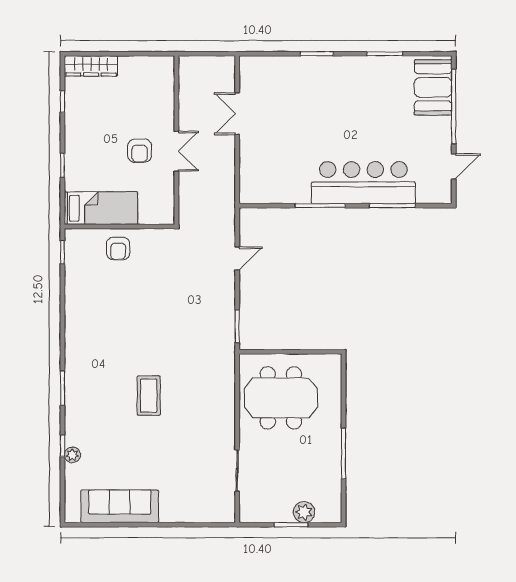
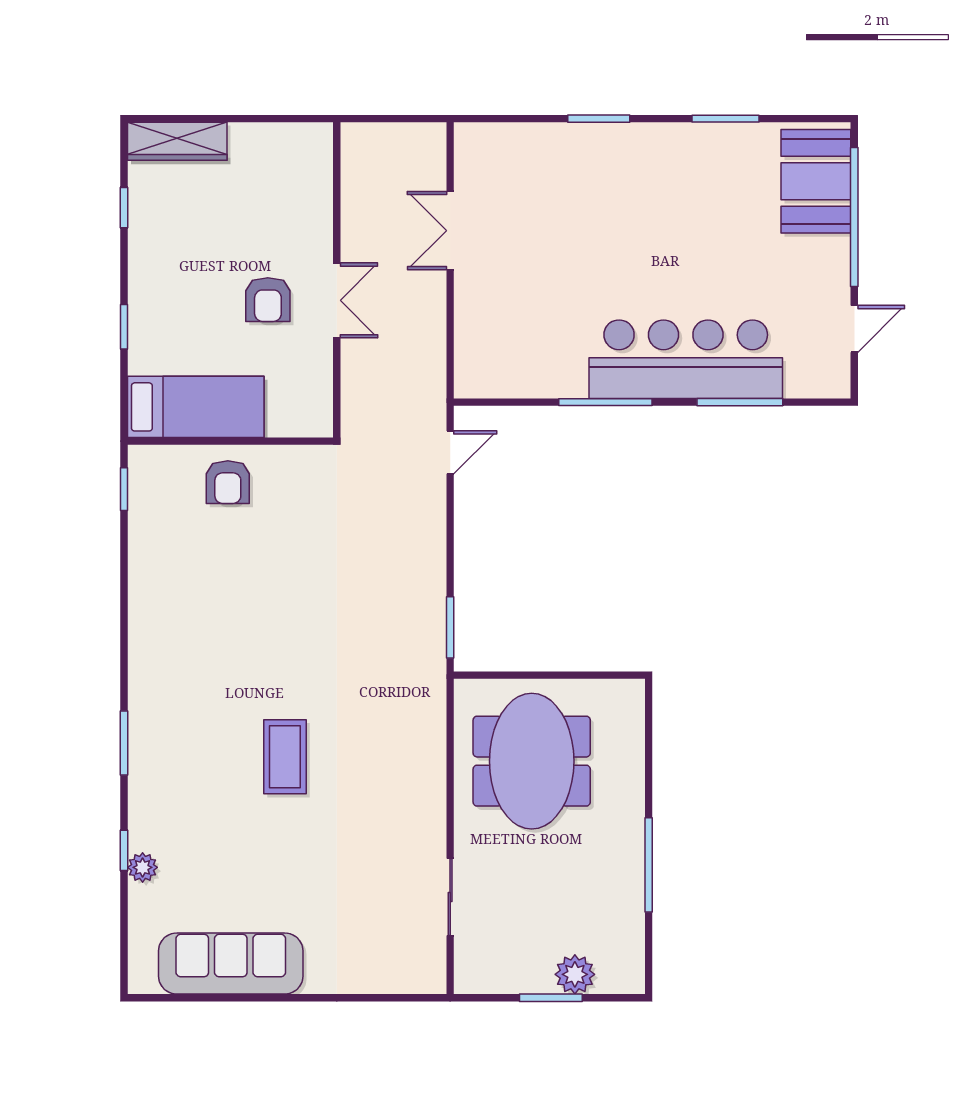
door: (237, 258) -> (450, 452), moved
meeting table: (281, 398) -> (532, 761), turned 90

